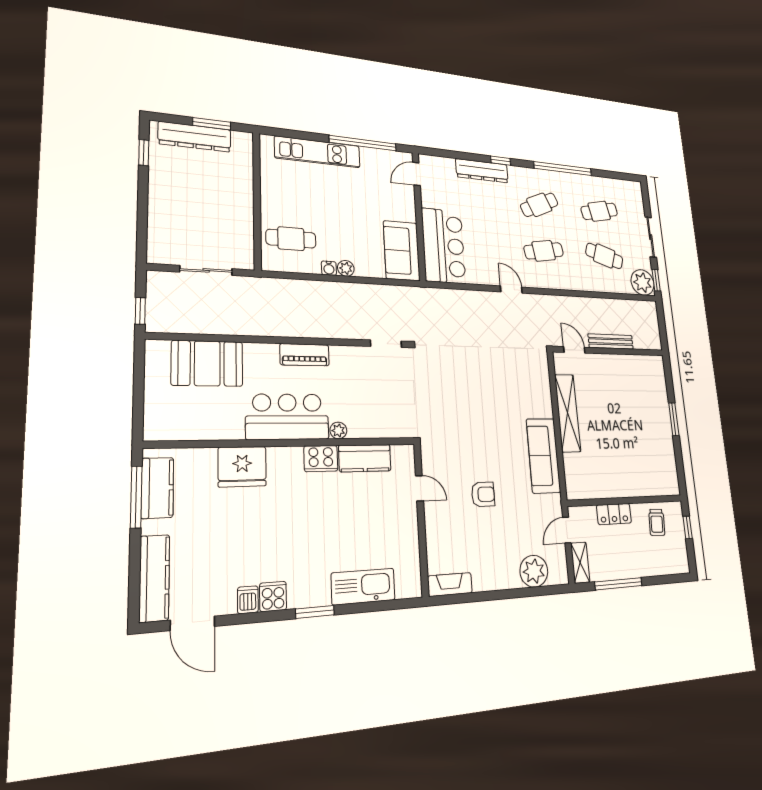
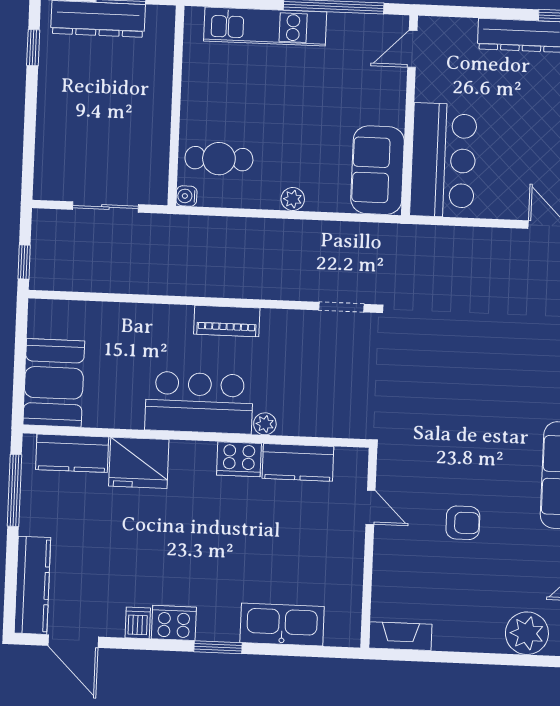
water cooler: (329, 268) -> (186, 196), moved, turned 90
booth: (207, 363) -> (54, 383), moved, turned 90
kitchen counter: (157, 488) -> (72, 453), moved, turned 90
cooker: (273, 596) -> (174, 623), width x1.36

